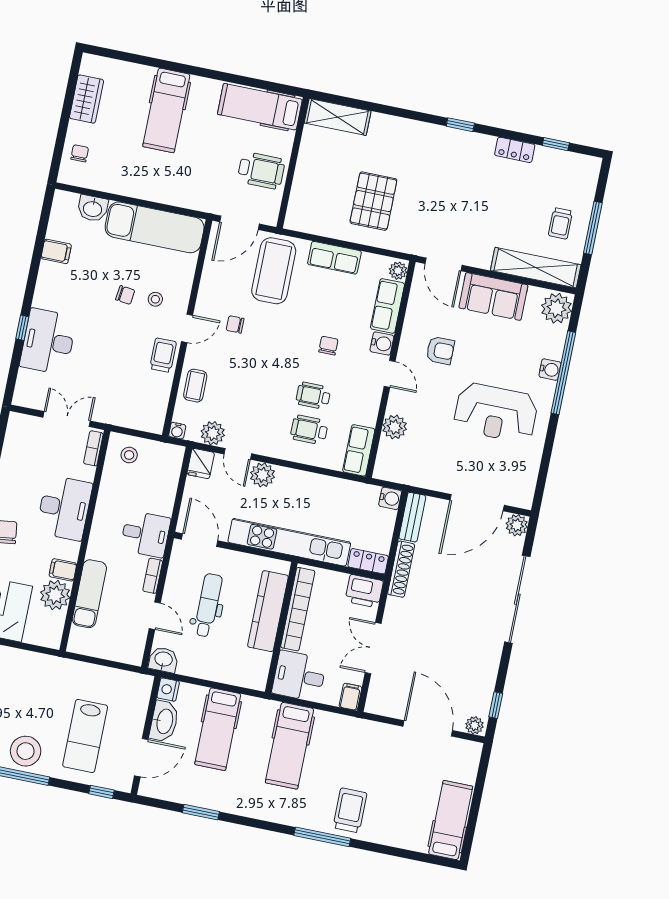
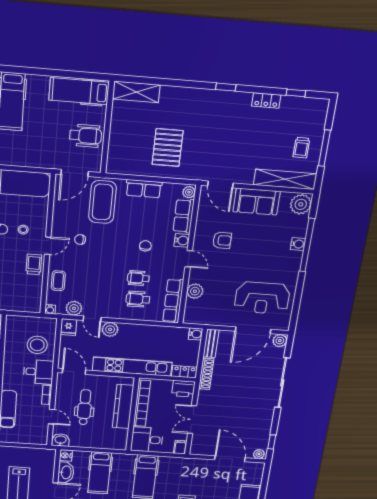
reception desk: (496, 413) -> (262, 298), moved
row of seats: (359, 450) -> (173, 301), width x1.48
stool: (129, 455) -> (37, 345), moved, width x1.89, depth x1.89

